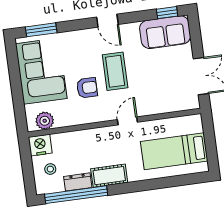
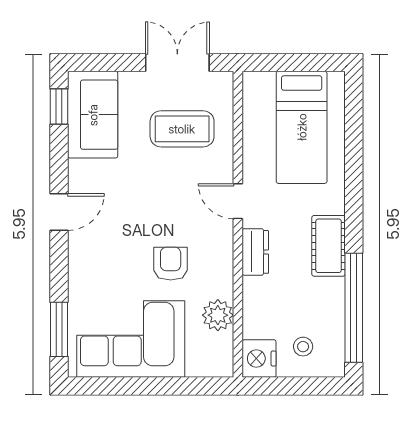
coffee table: (115, 71) -> (182, 129), moved
plant: (45, 121) -> (218, 315), moved
dresser: (78, 182) -> (255, 252), moved, turned 180

